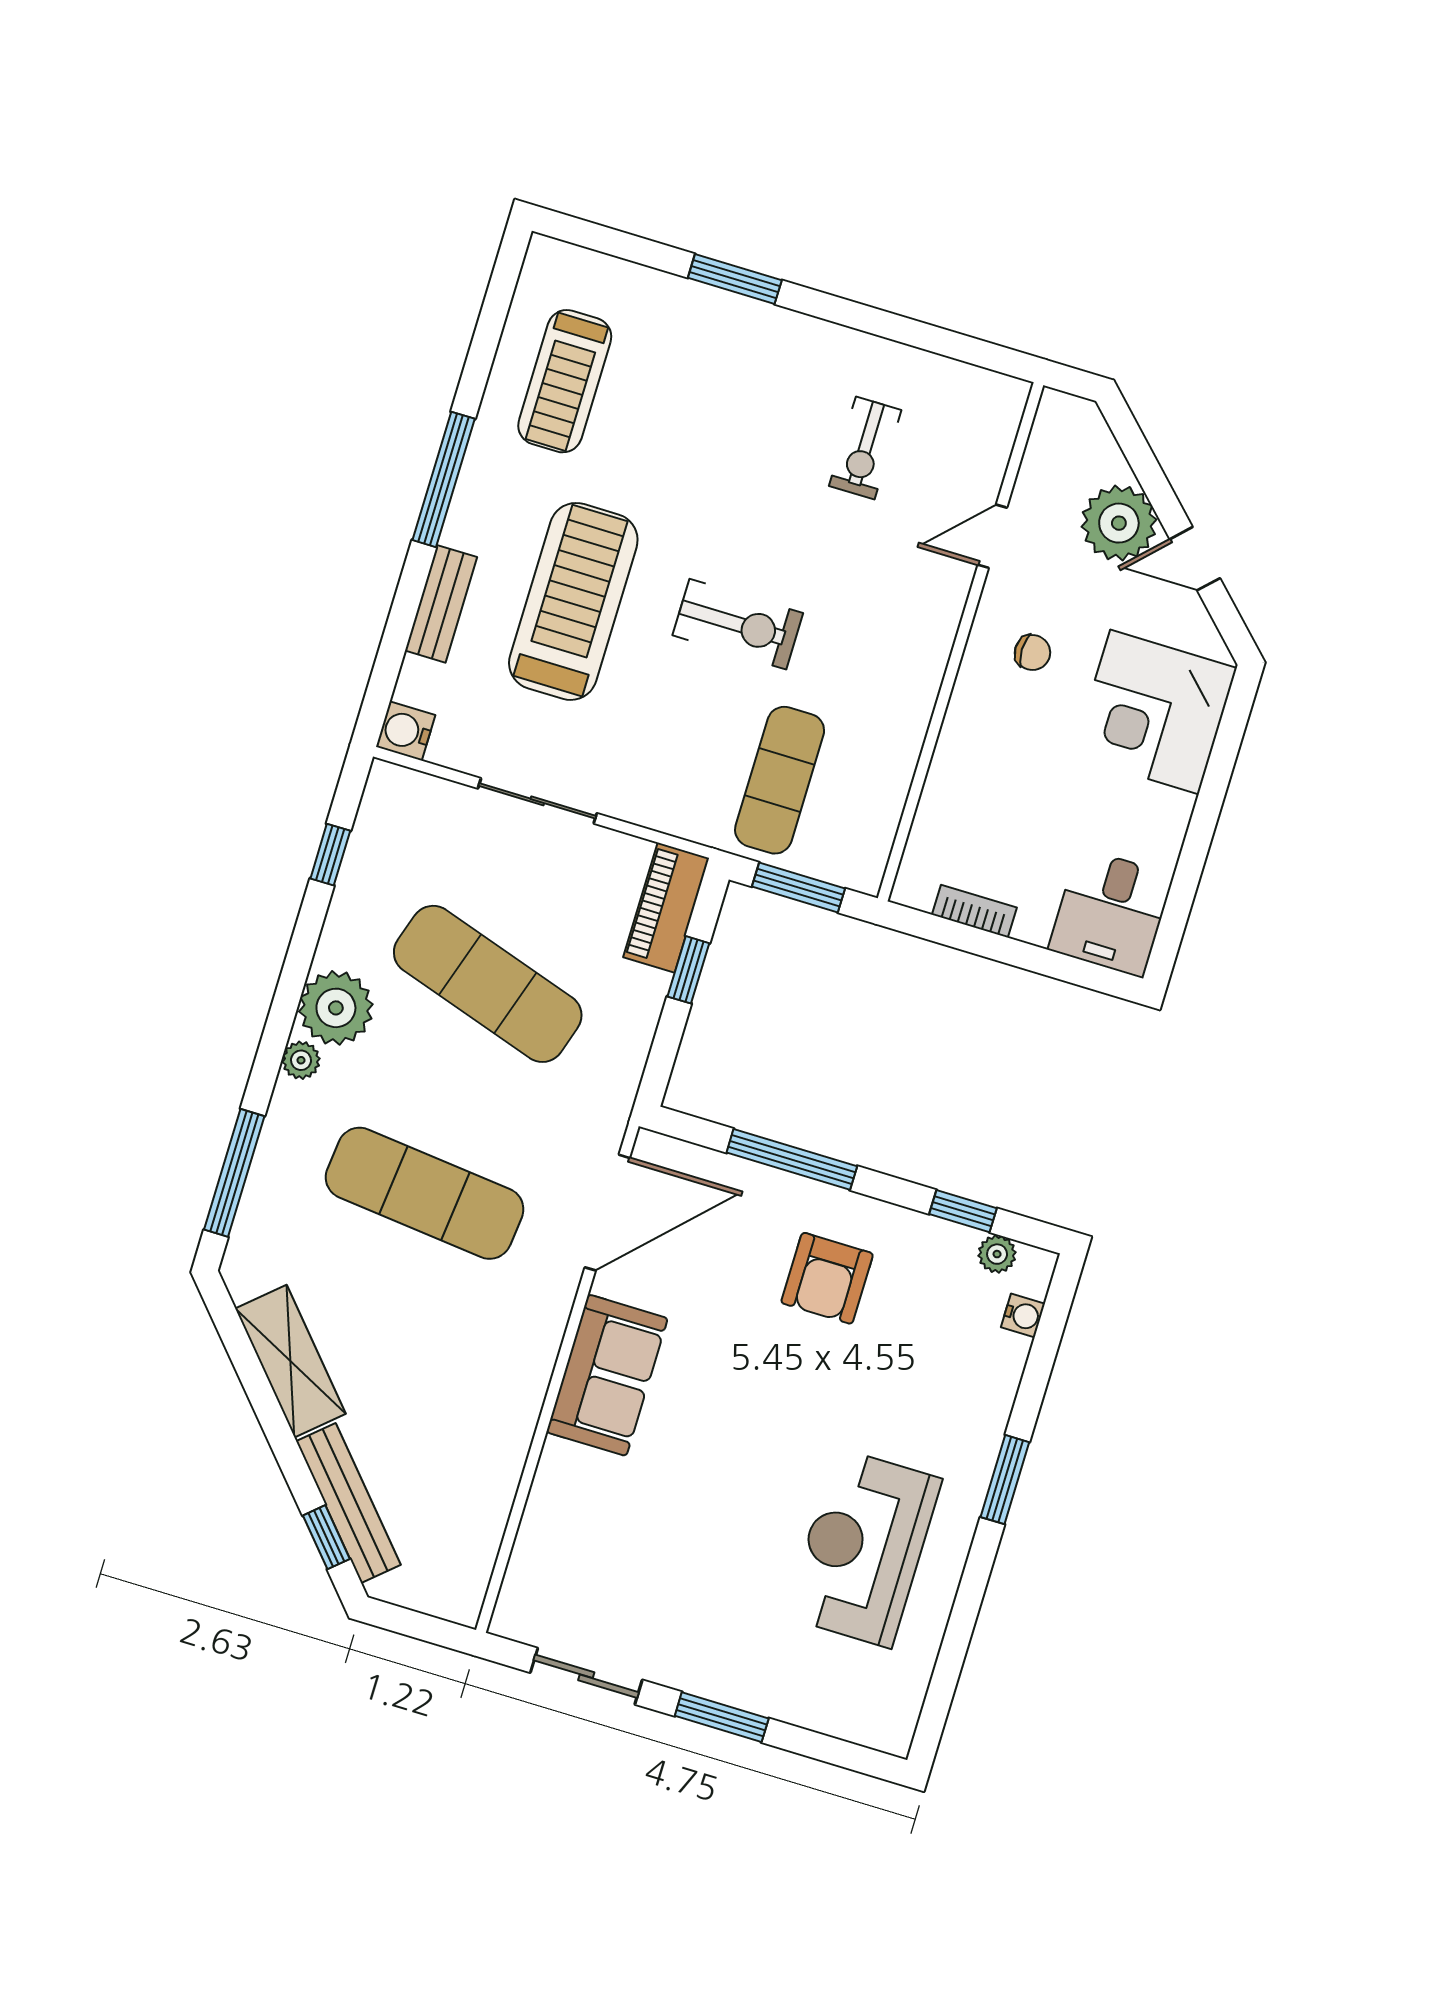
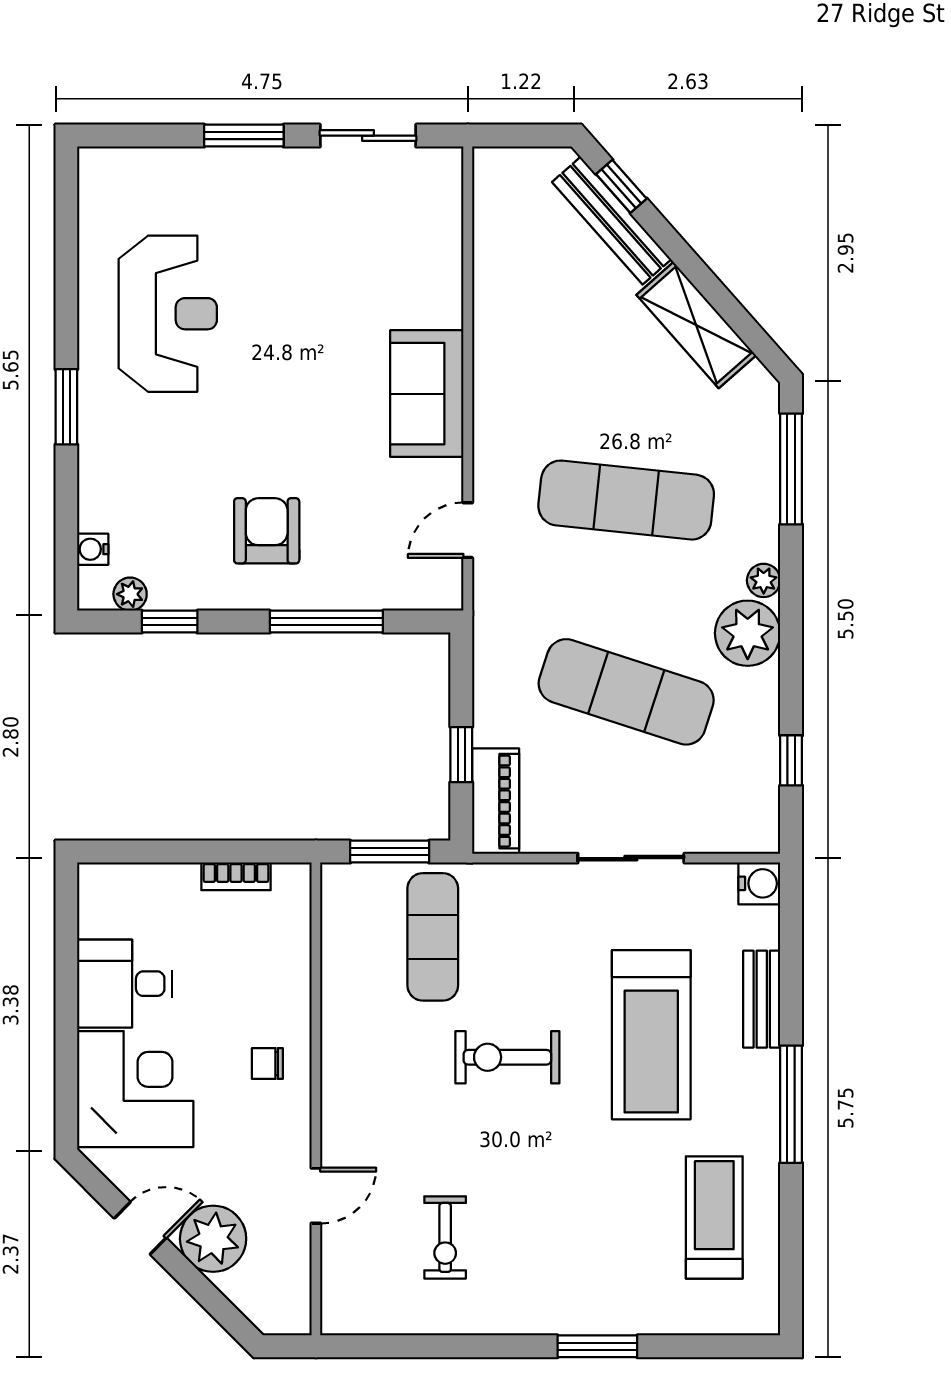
exercise bike: (865, 448) -> (445, 1237), turned 180
chair: (1032, 653) -> (267, 1064), moved
desk: (1111, 912) -> (125, 984), moved, turned -90
door: (607, 1213) -> (468, 530), width x0.53

